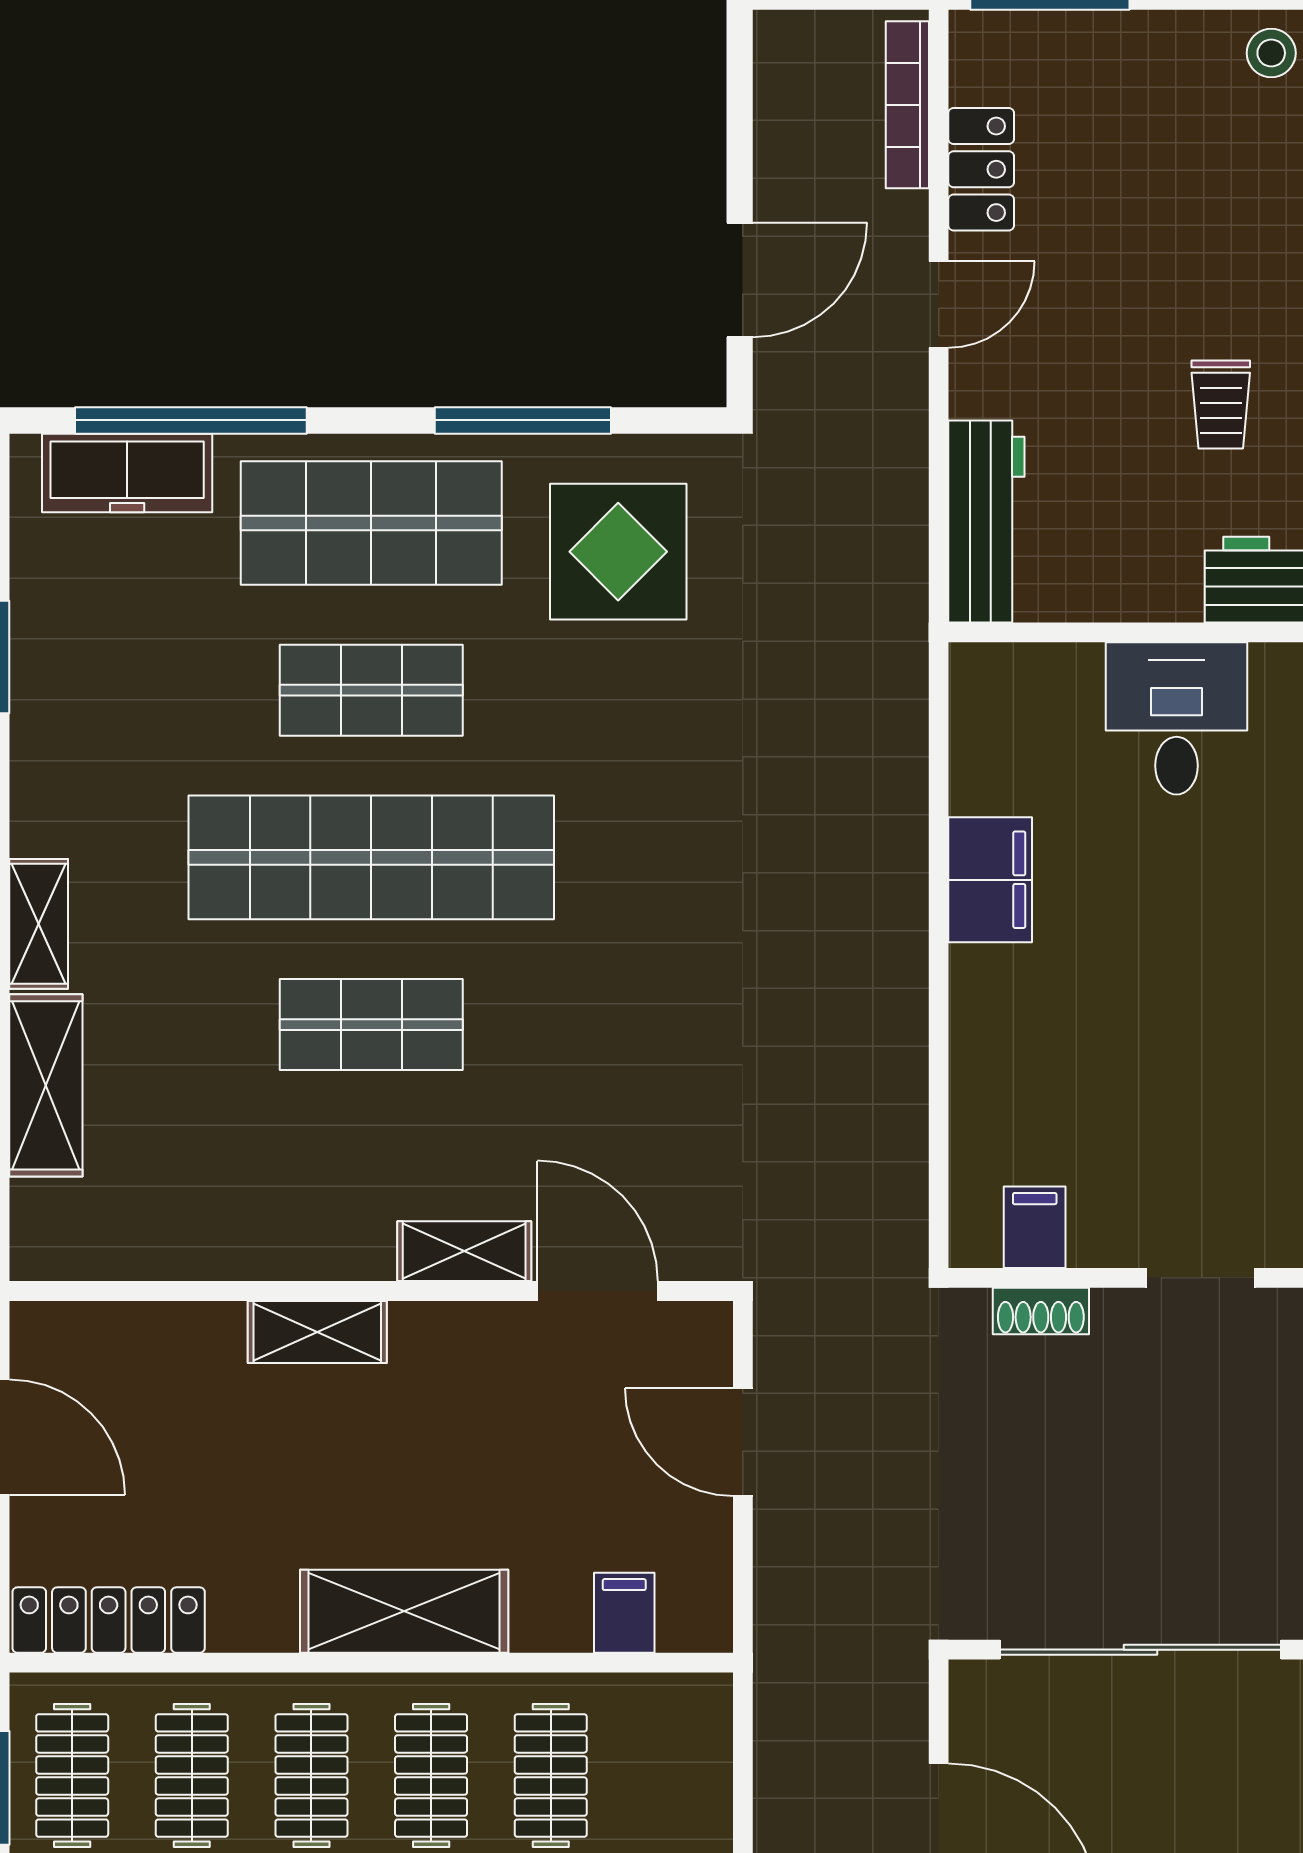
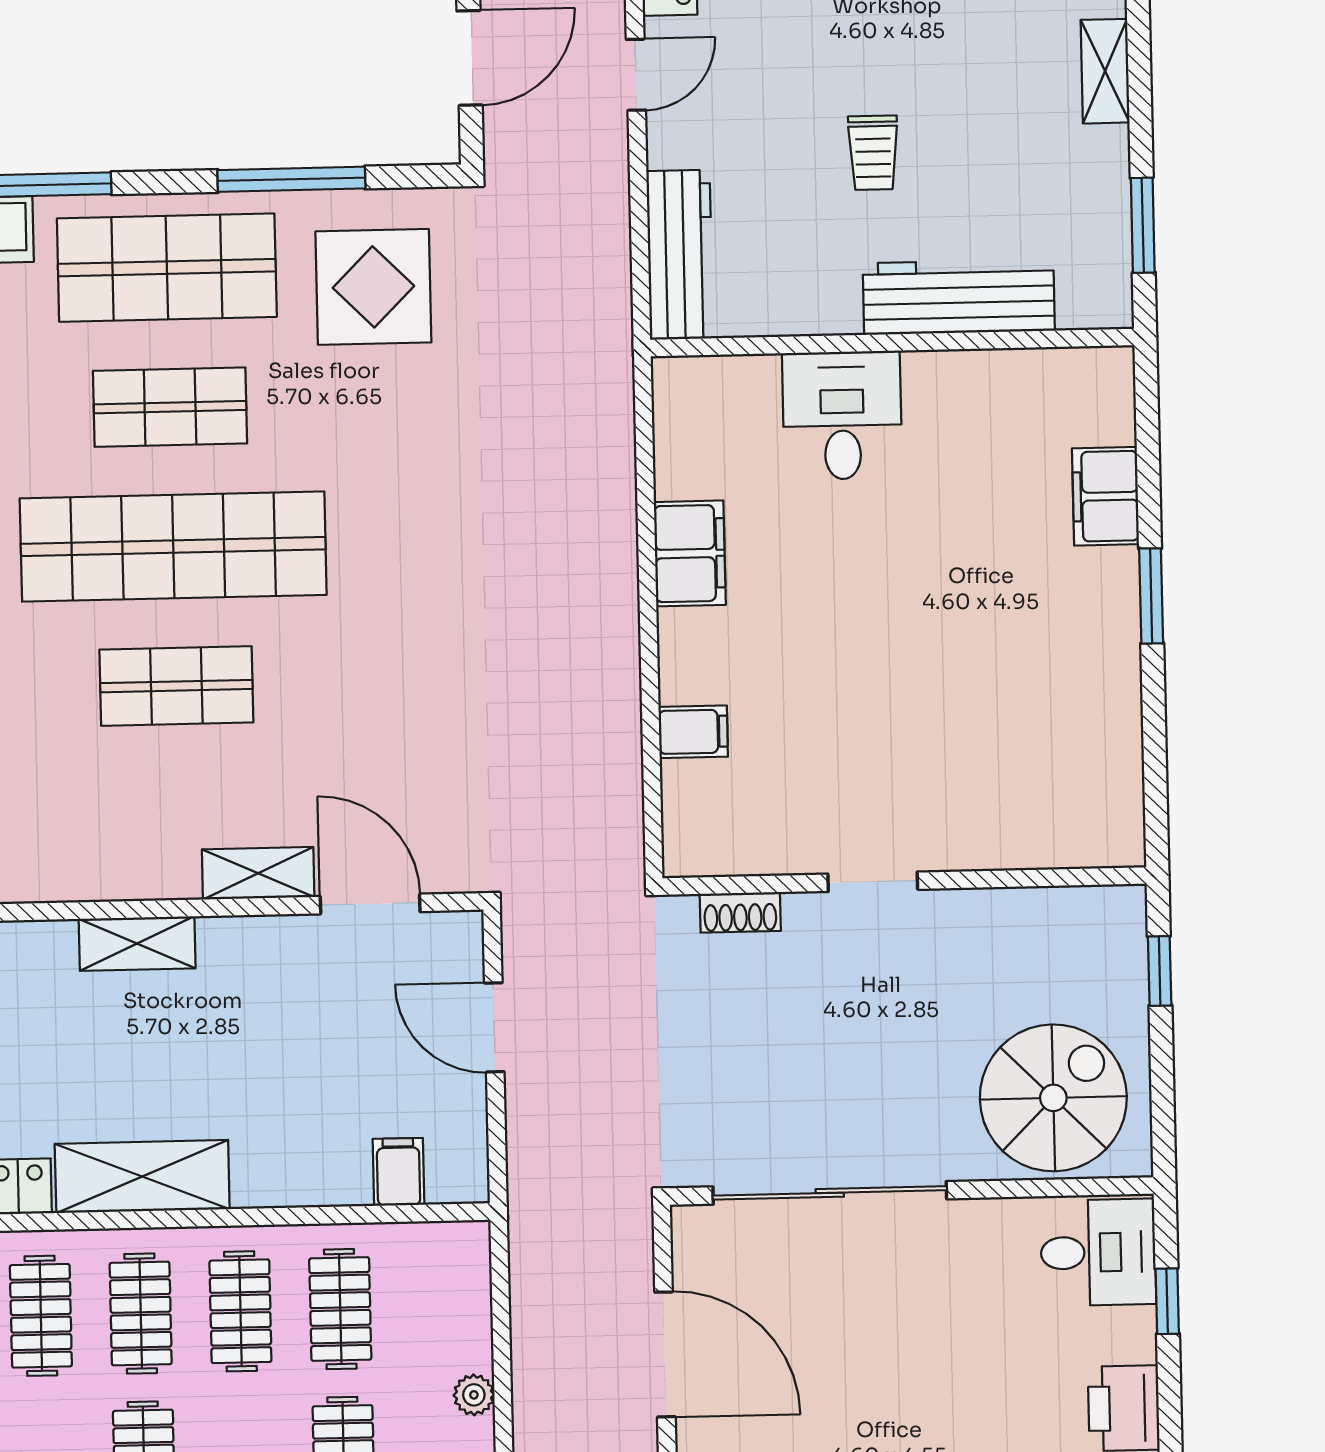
filing cabinet: (1035, 1227) -> (693, 732), moved, turned 90
shelving: (404, 1611) -> (142, 1177), moved

